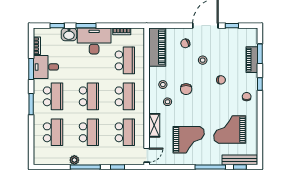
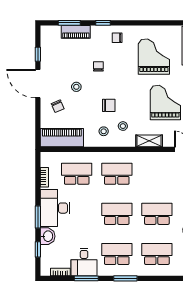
grand piano: (230, 130) -> (154, 57), turned 180
school desk: (125, 132) -> (157, 174), removed

